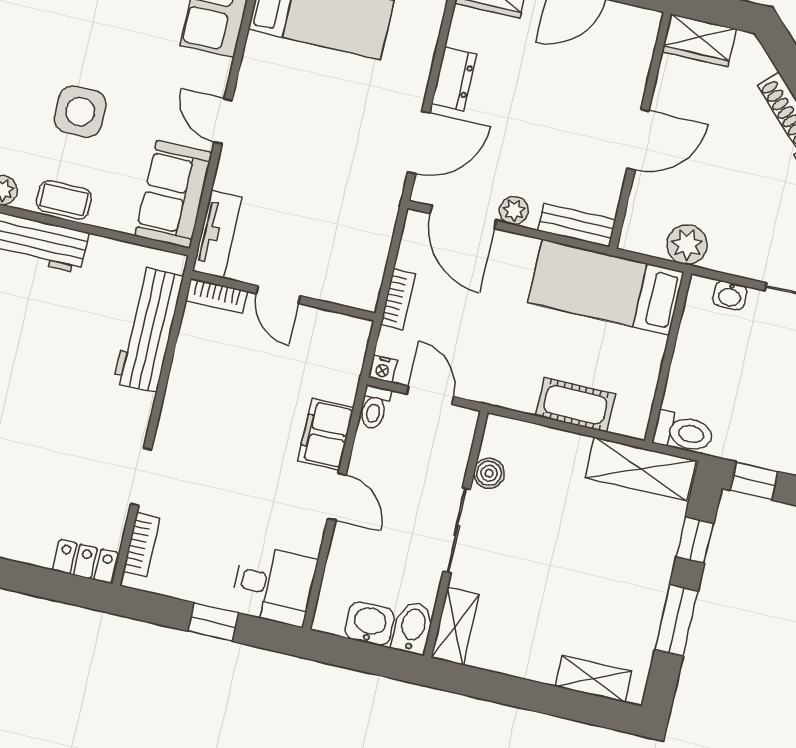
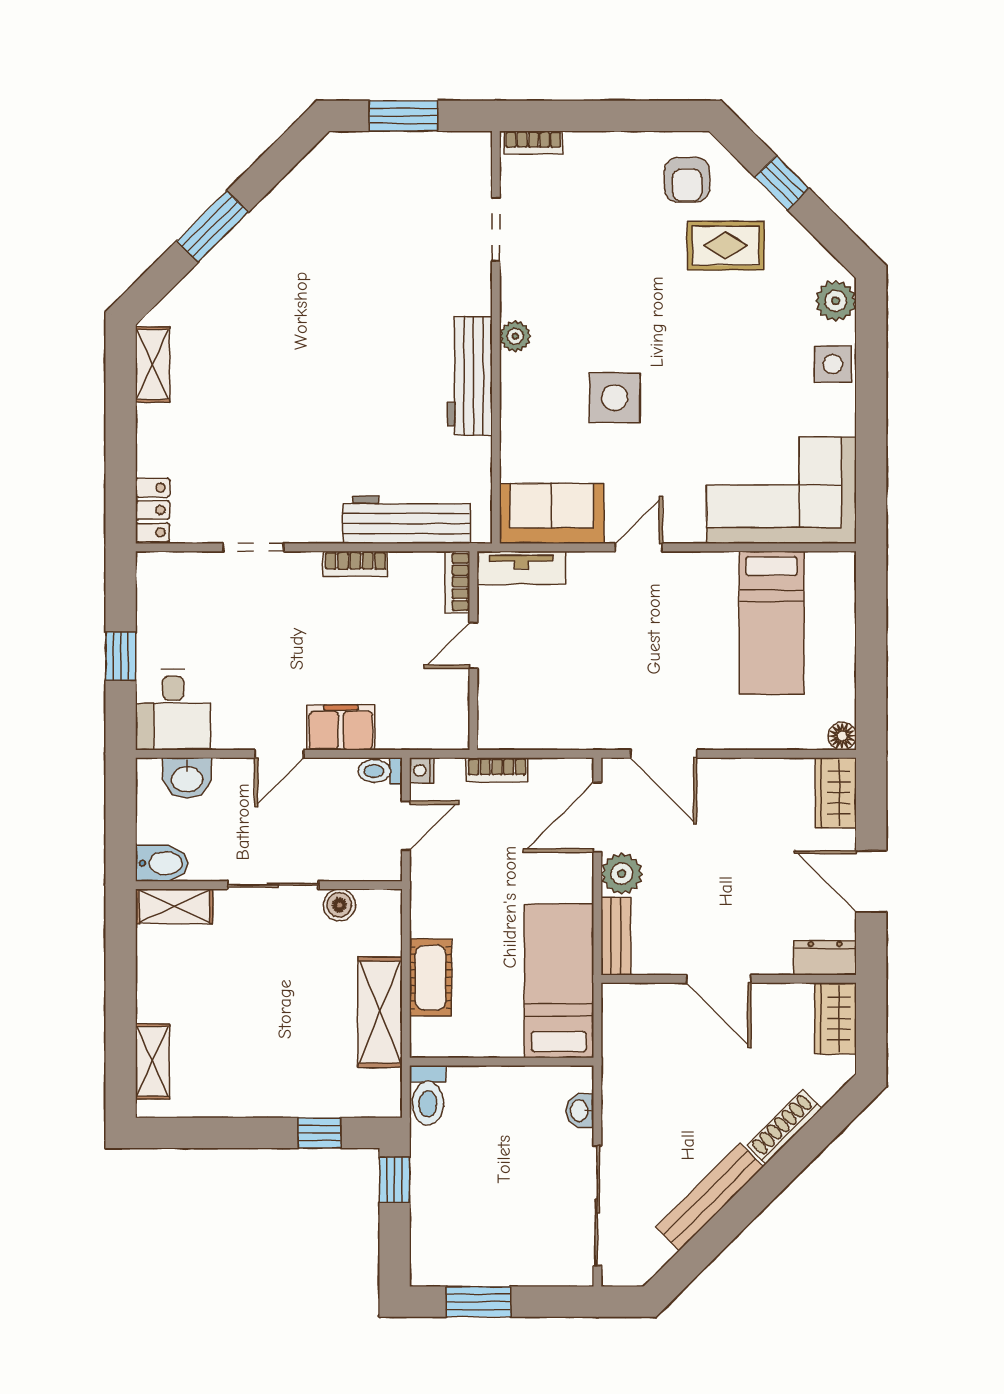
dresser: (454, 79) -> (825, 958), moved, turned 180
coffee table: (64, 200) -> (520, 402), removed
plant: (514, 210) -> (622, 874), width x1.38, depth x1.38
plant: (687, 245) -> (622, 1054), removed
shelving: (641, 469) -> (380, 1012), moved
bookcase: (142, 544) -> (355, 564), moved
window: (676, 621) -> (232, 1133), removed
washbasin: (370, 624) -> (187, 778), moved, turned 90

